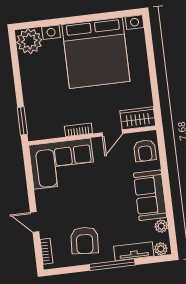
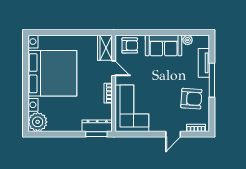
dresser: (34, 121) -> (97, 126), added
plant: (161, 249) -> (204, 42), removed

